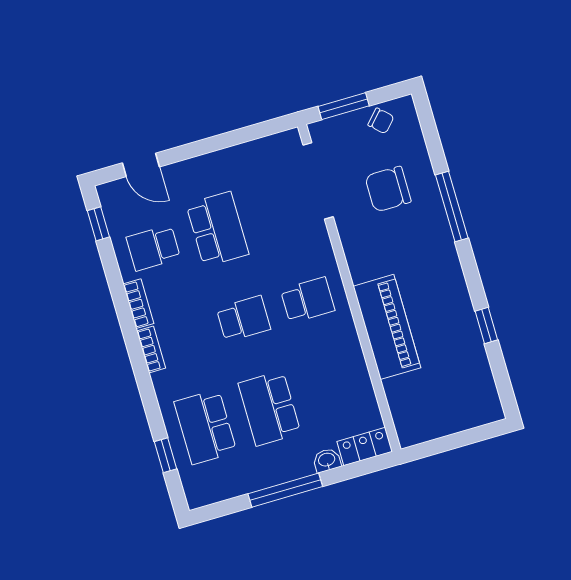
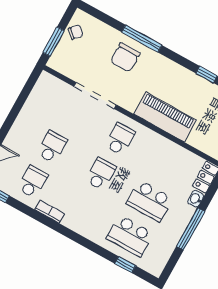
doorway: (318, 181) -> (95, 96), moved
chair: (388, 189) -> (125, 57), moved
school desk: (217, 229) -> (52, 147), width x0.54
school desk: (153, 248) -> (33, 182), turned 180
bookcase: (151, 350) -> (75, 226), removed

